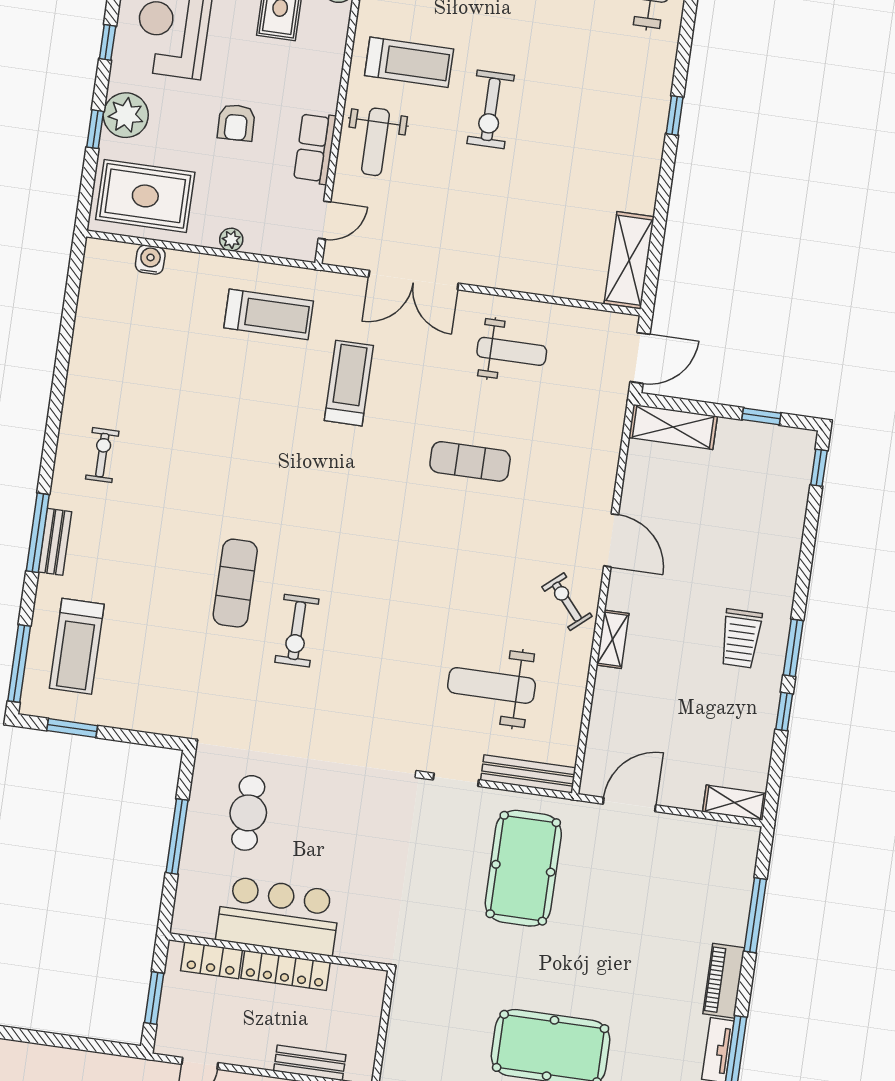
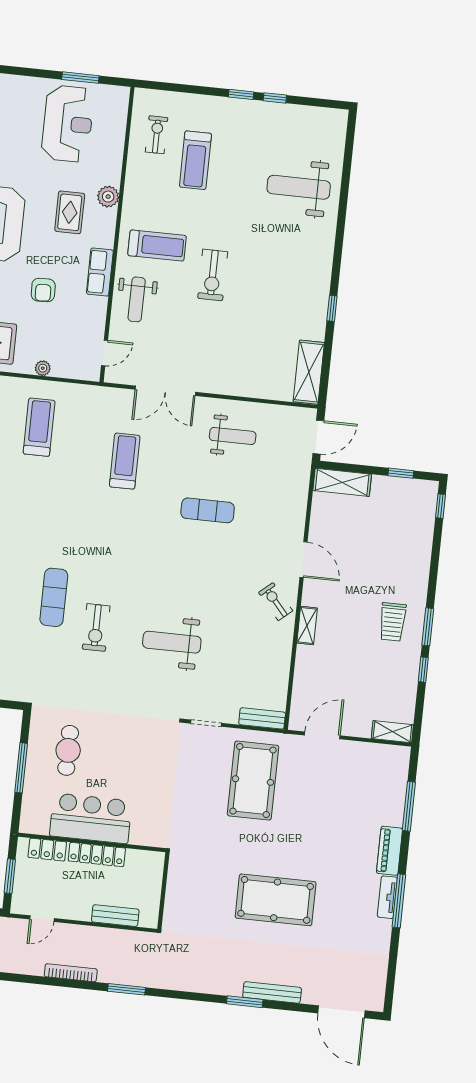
window: (675, 115) -> (332, 308), moved
row of seats: (315, 148) -> (100, 272), moved
treadmill: (269, 314) -> (39, 427), moved, turned -90
weight bench: (491, 685) -> (172, 642), moved
bench: (528, 774) -> (262, 718), width x0.73

